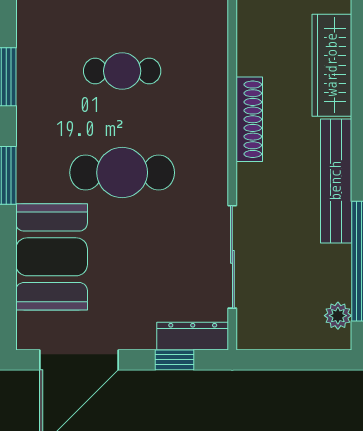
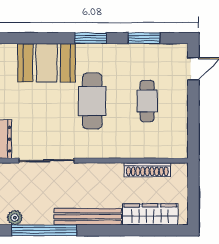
shoe rack: (249, 119) -> (147, 170), moved

